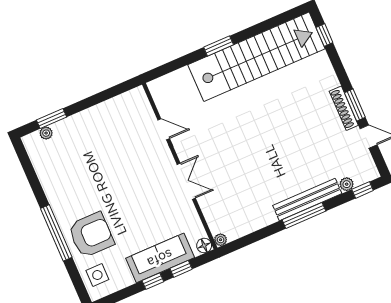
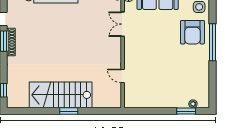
stairs: (256, 57) -> (61, 95), width x0.73
double door: (186, 181) -> (123, 24), moved
armchair: (91, 235) -> (192, 32), turned -90

